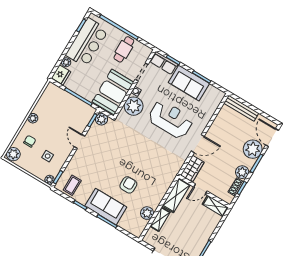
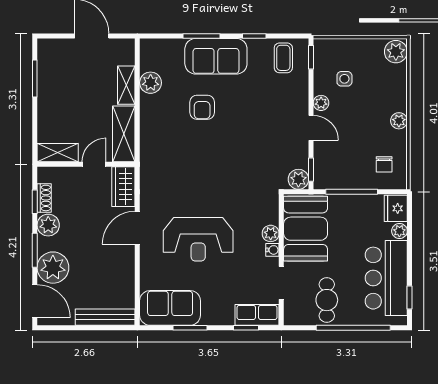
sofa: (189, 83) -> (170, 308), moved
plant: (134, 106) -> (271, 233), width x0.53, depth x0.53
chair: (30, 141) -> (384, 164), moved
plant: (50, 180) -> (321, 103), moved

